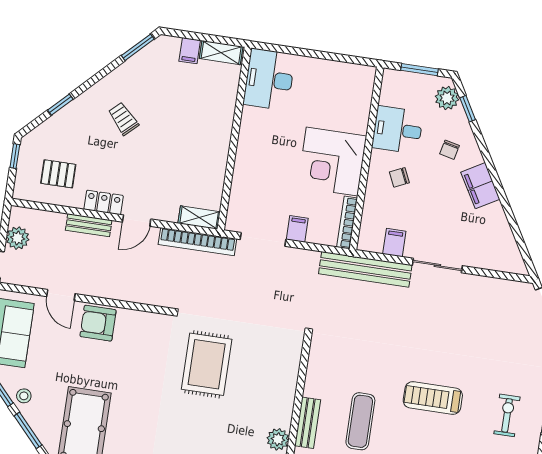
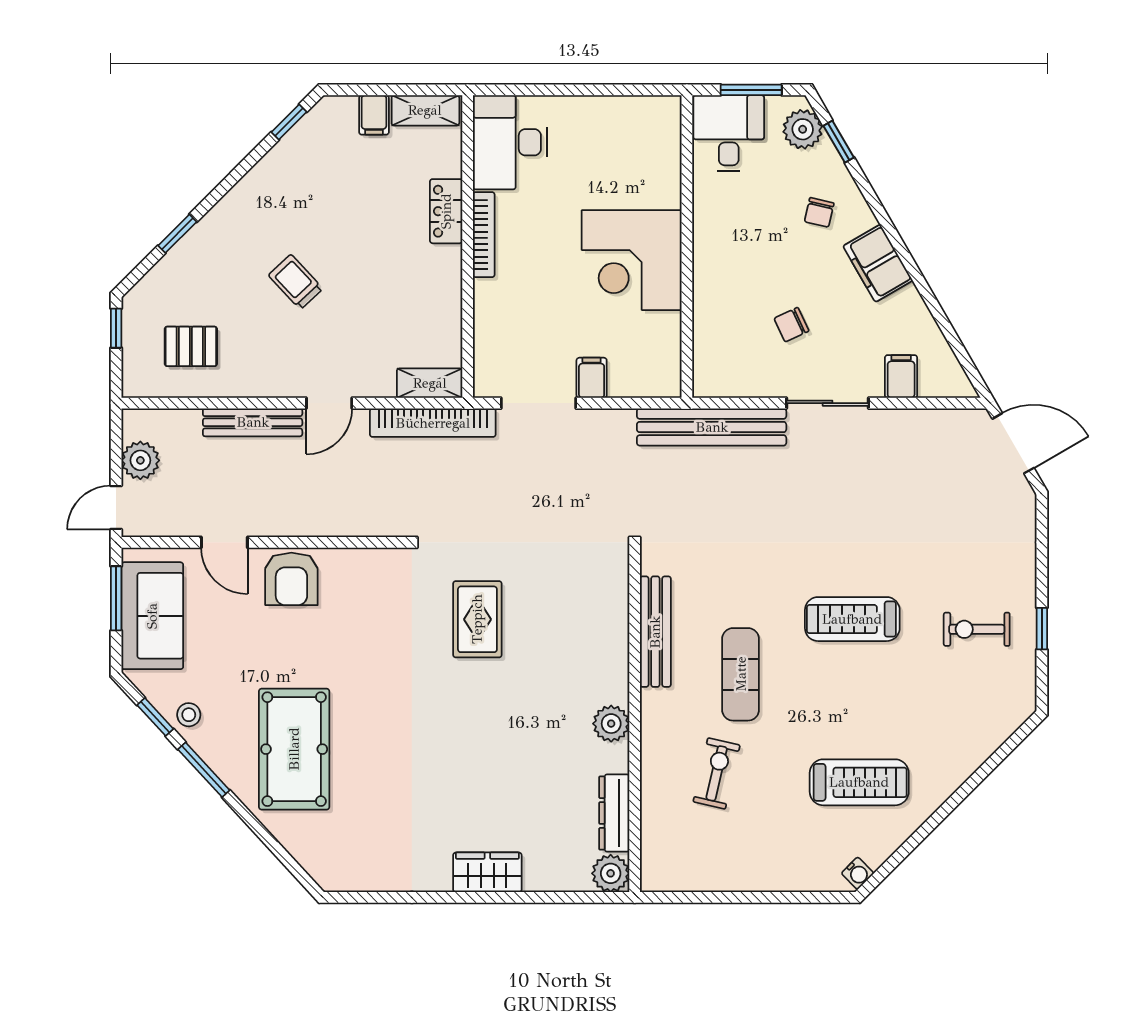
window: (138, 47) -> (289, 122), width x0.67
trolley: (123, 119) -> (296, 282), moved
desk: (398, 130) -> (729, 133), moved, turned 90
chair: (399, 177) -> (791, 325), moved
locker: (104, 202) -> (446, 211), moved, turned -90
bookcase: (347, 223) -> (484, 235), moved, turned 180
bench: (89, 225) -> (253, 422), width x1.36
filing cabinet: (394, 243) -> (901, 377), moved
armchair: (98, 323) -> (291, 579), turned -90
rug: (207, 364) -> (477, 619), width x0.73, depth x0.70
exercise bike: (507, 415) -> (977, 629), turned -90
bench: (308, 423) -> (655, 632), moved, width x1.36

